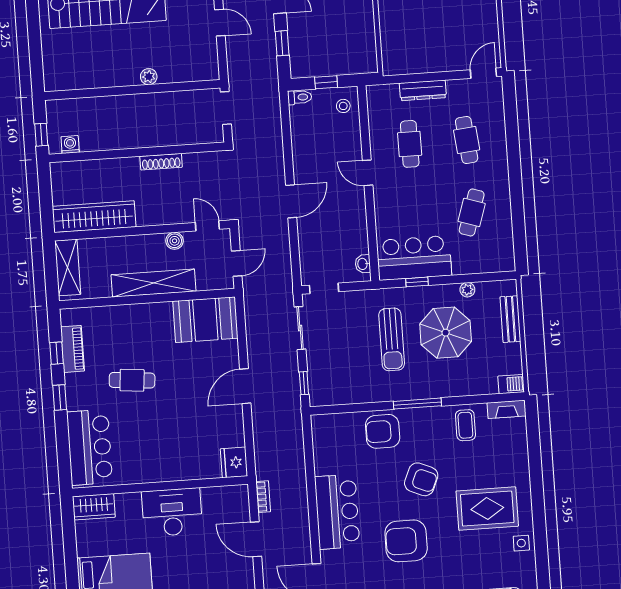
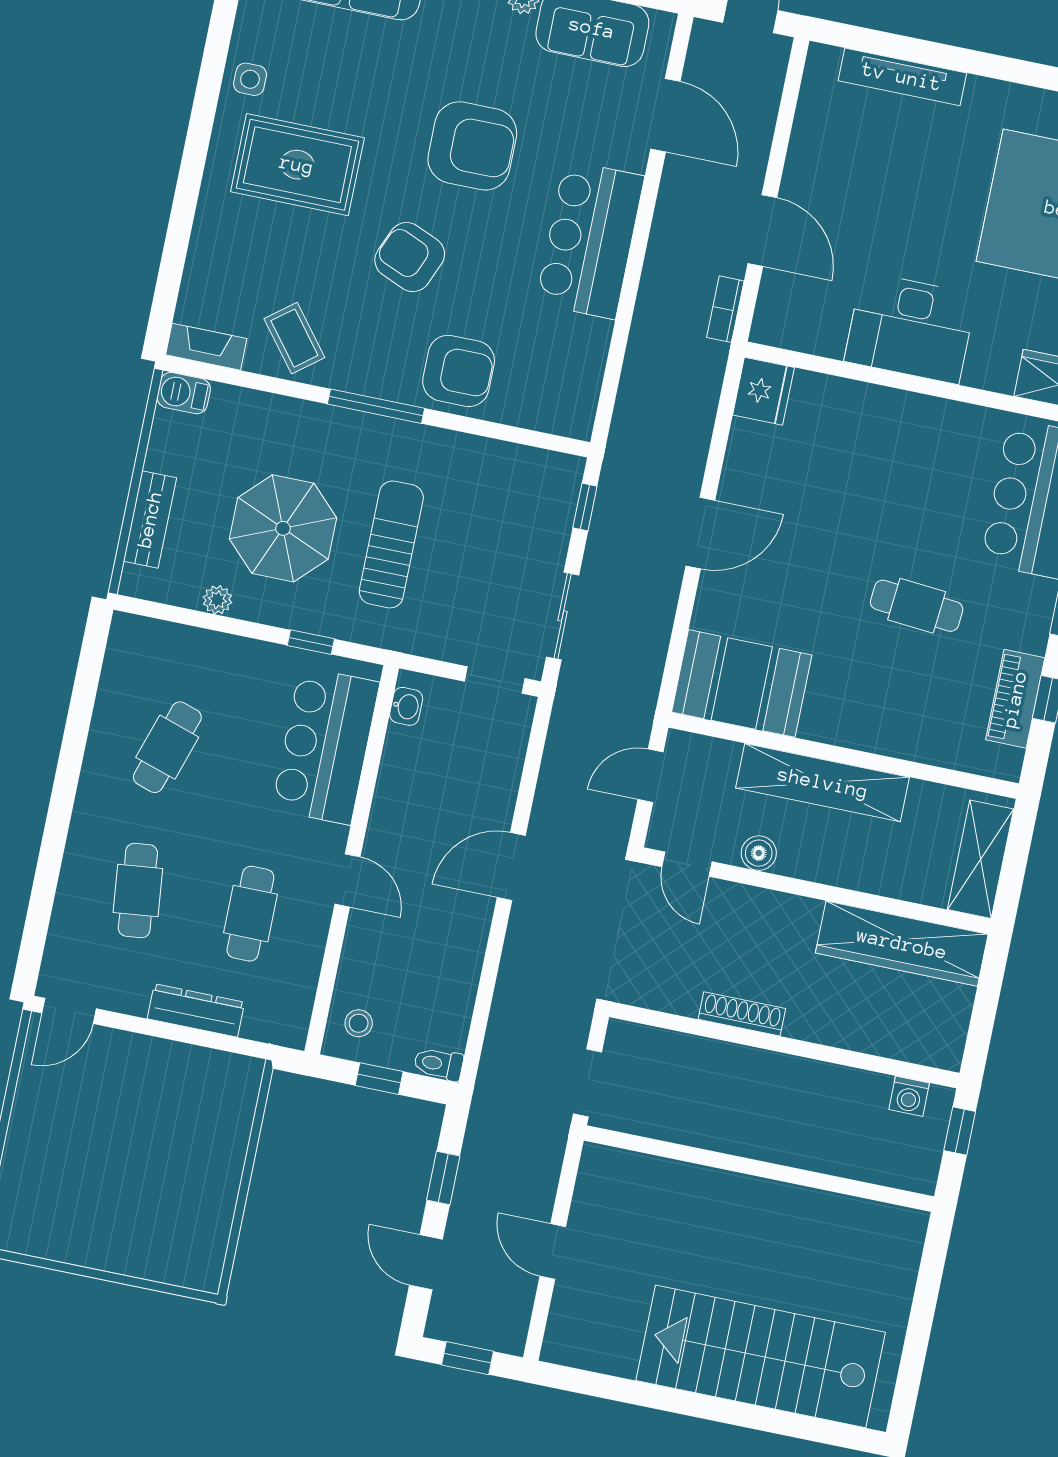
plant: (149, 77) -> (720, 1185), removed
bar counter: (414, 258) -> (325, 746), moved, turned 90
coffee table: (465, 425) -> (294, 338), turned -38

